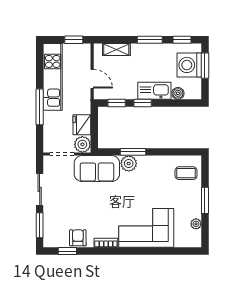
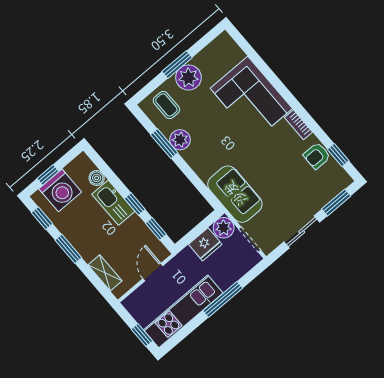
window: (74, 40) -> (142, 335), moved
window: (205, 66) -> (48, 175), width x0.67
window: (133, 152) -> (164, 144), moved
plant: (129, 163) -> (180, 140), moved
plant: (196, 224) -> (188, 77), moved, width x1.88, depth x1.88

